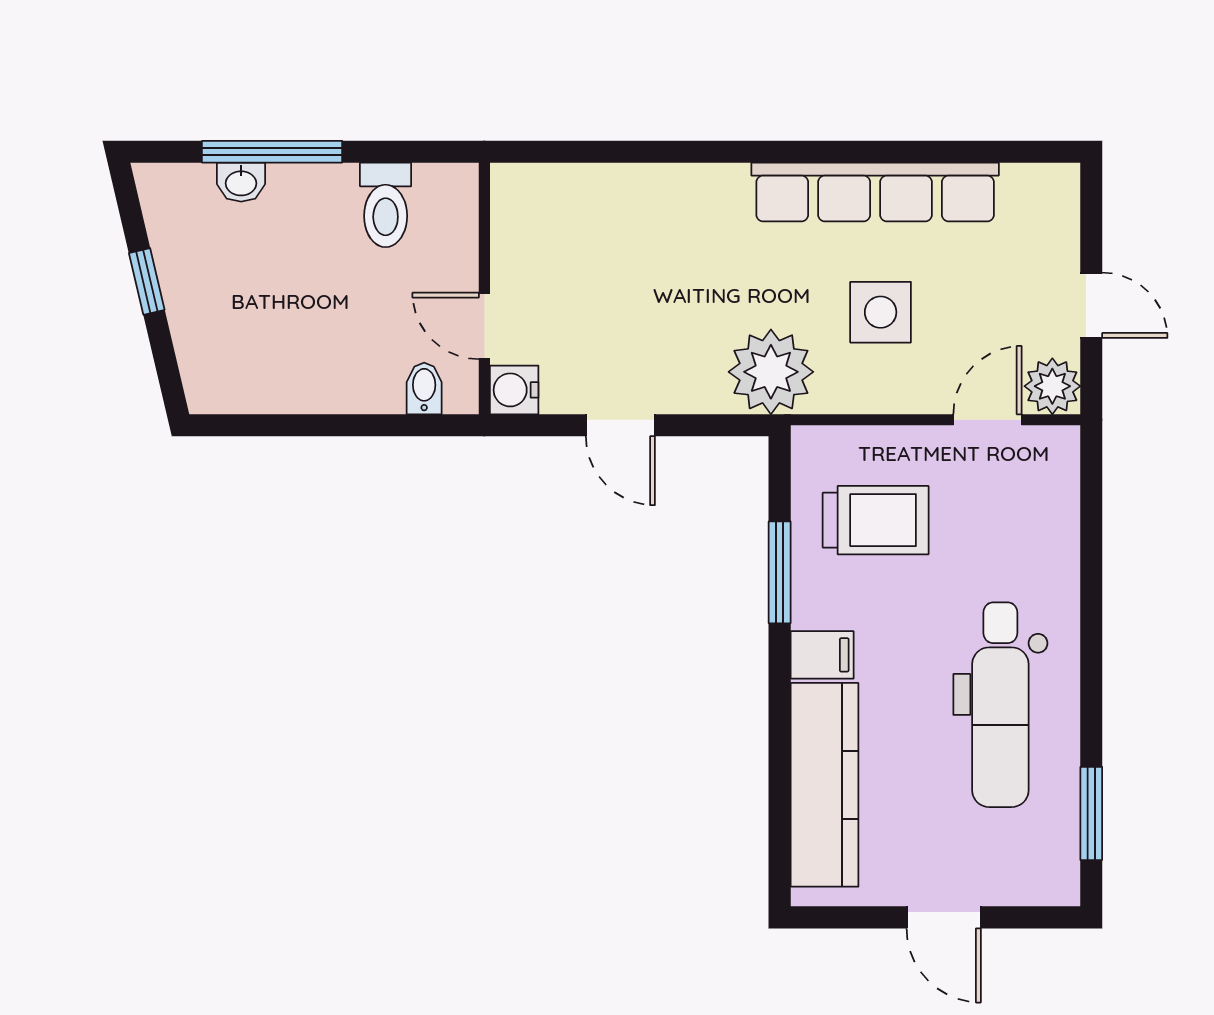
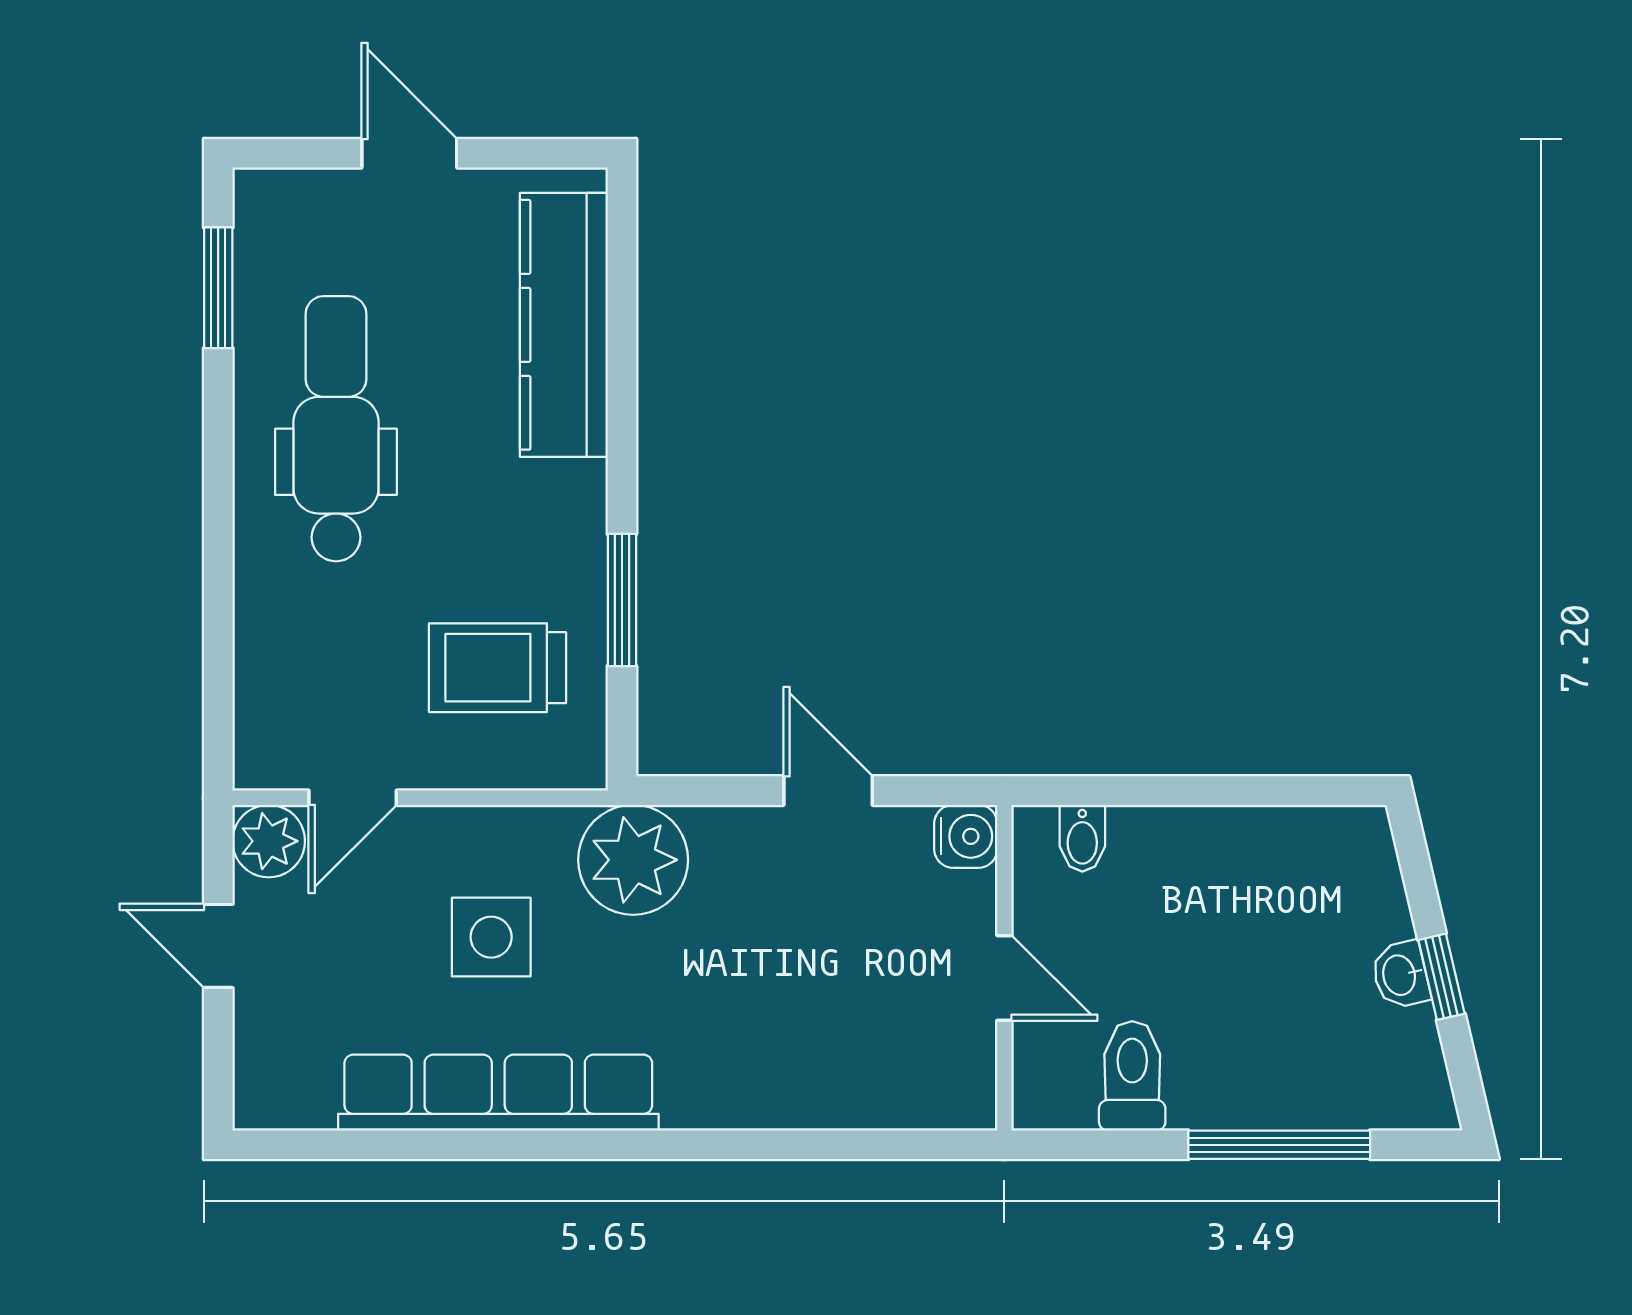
washbasin: (241, 182) -> (1401, 975), moved, turned -103
door: (484, 326) -> (1004, 978), moved
filing cabinet: (822, 655) -> (567, 493), removed

